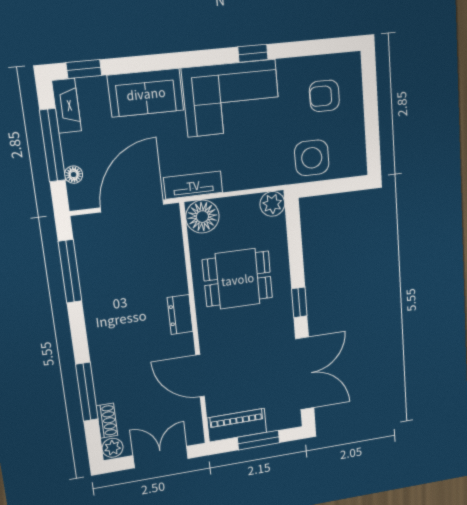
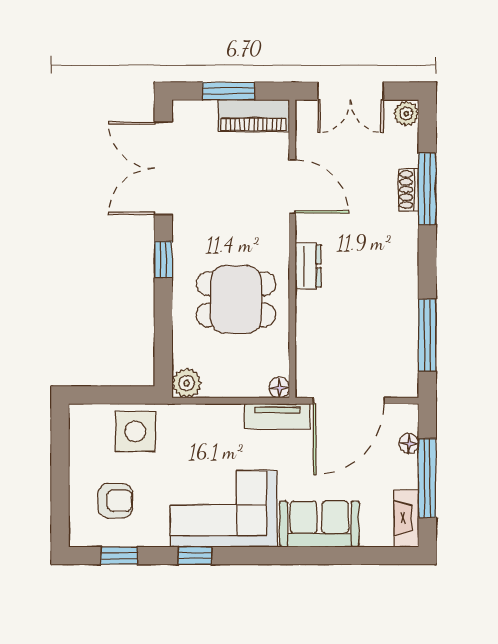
window: (84, 69) -> (119, 556), moved
floor lamp: (202, 217) -> (279, 388), width x0.53, depth x0.53
shoe rack: (107, 421) -> (408, 190), moved

